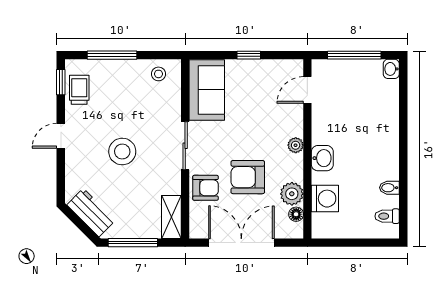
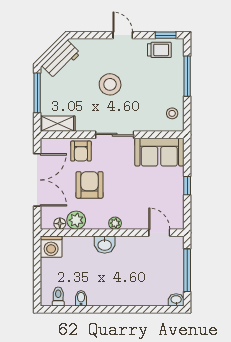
washing machine: (325, 199) -> (51, 247), moved

